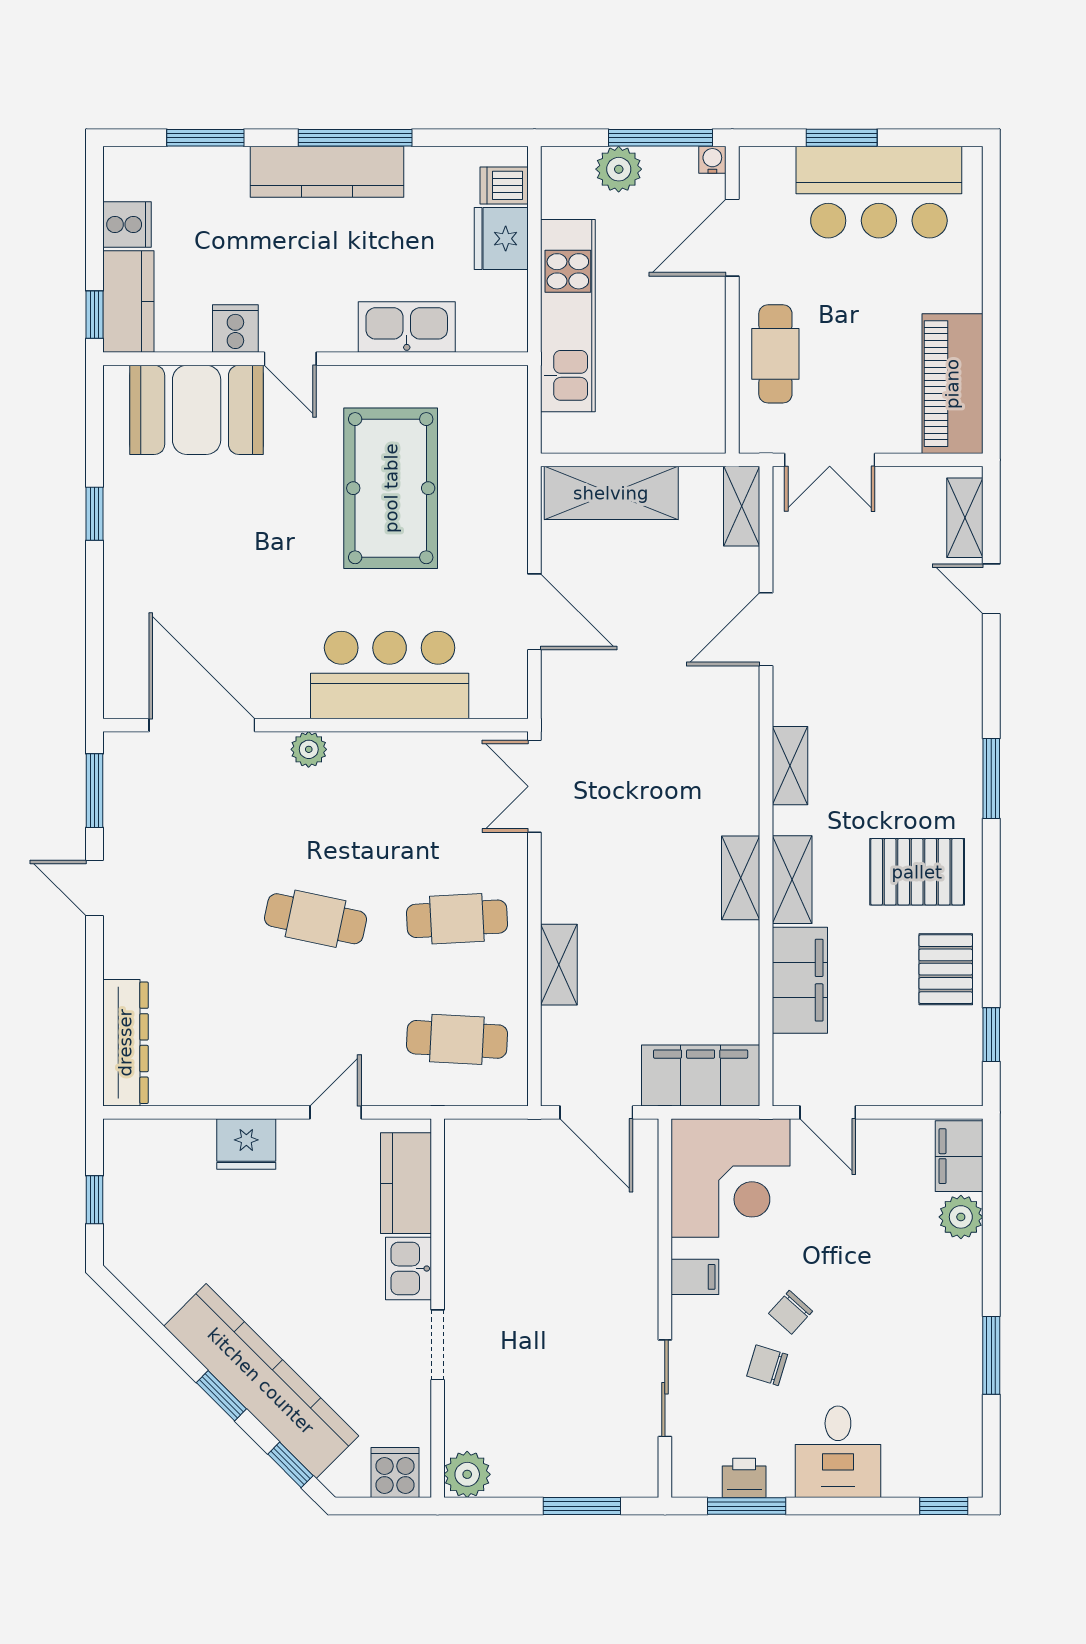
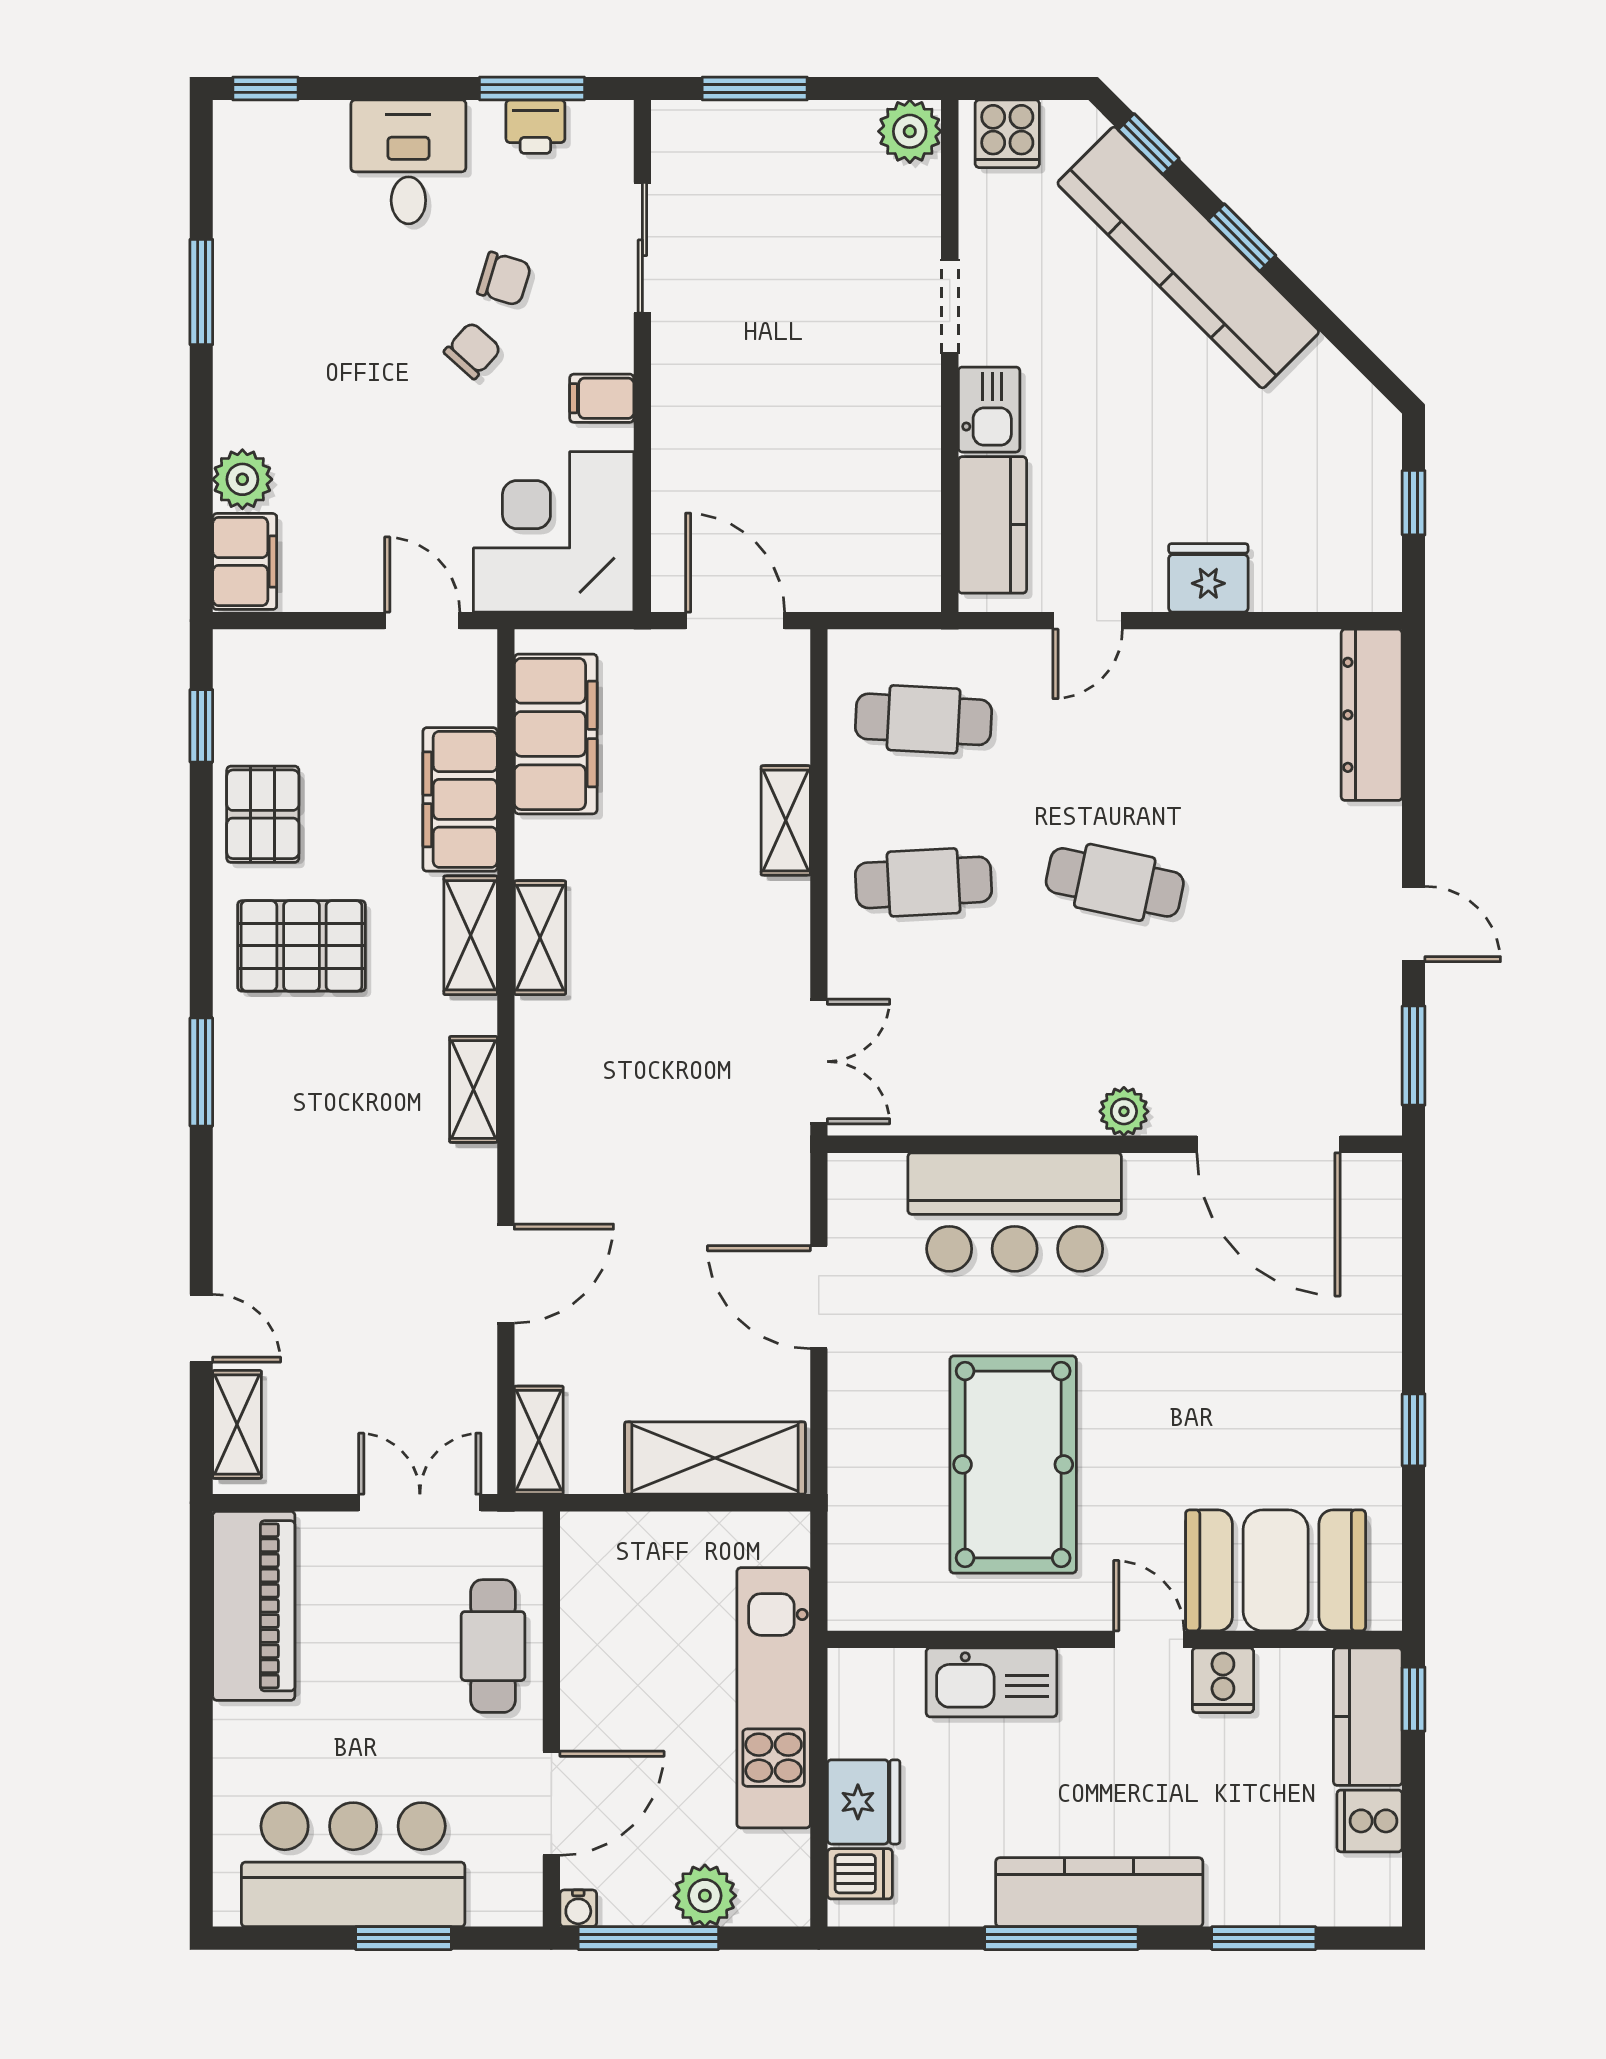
filing cabinet: (701, 1075) -> (556, 734), moved, turned -90

